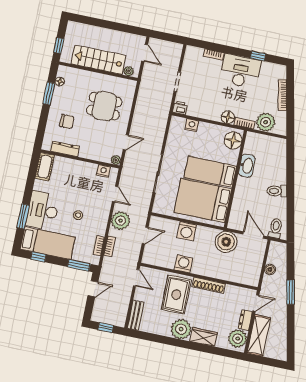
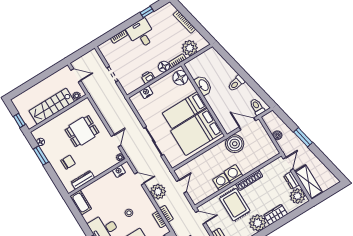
desk: (240, 71) -> (141, 34), width x0.73
printer: (180, 108) -> (148, 77), moved
washing machine: (187, 231) -> (233, 174), moved, turned 180

